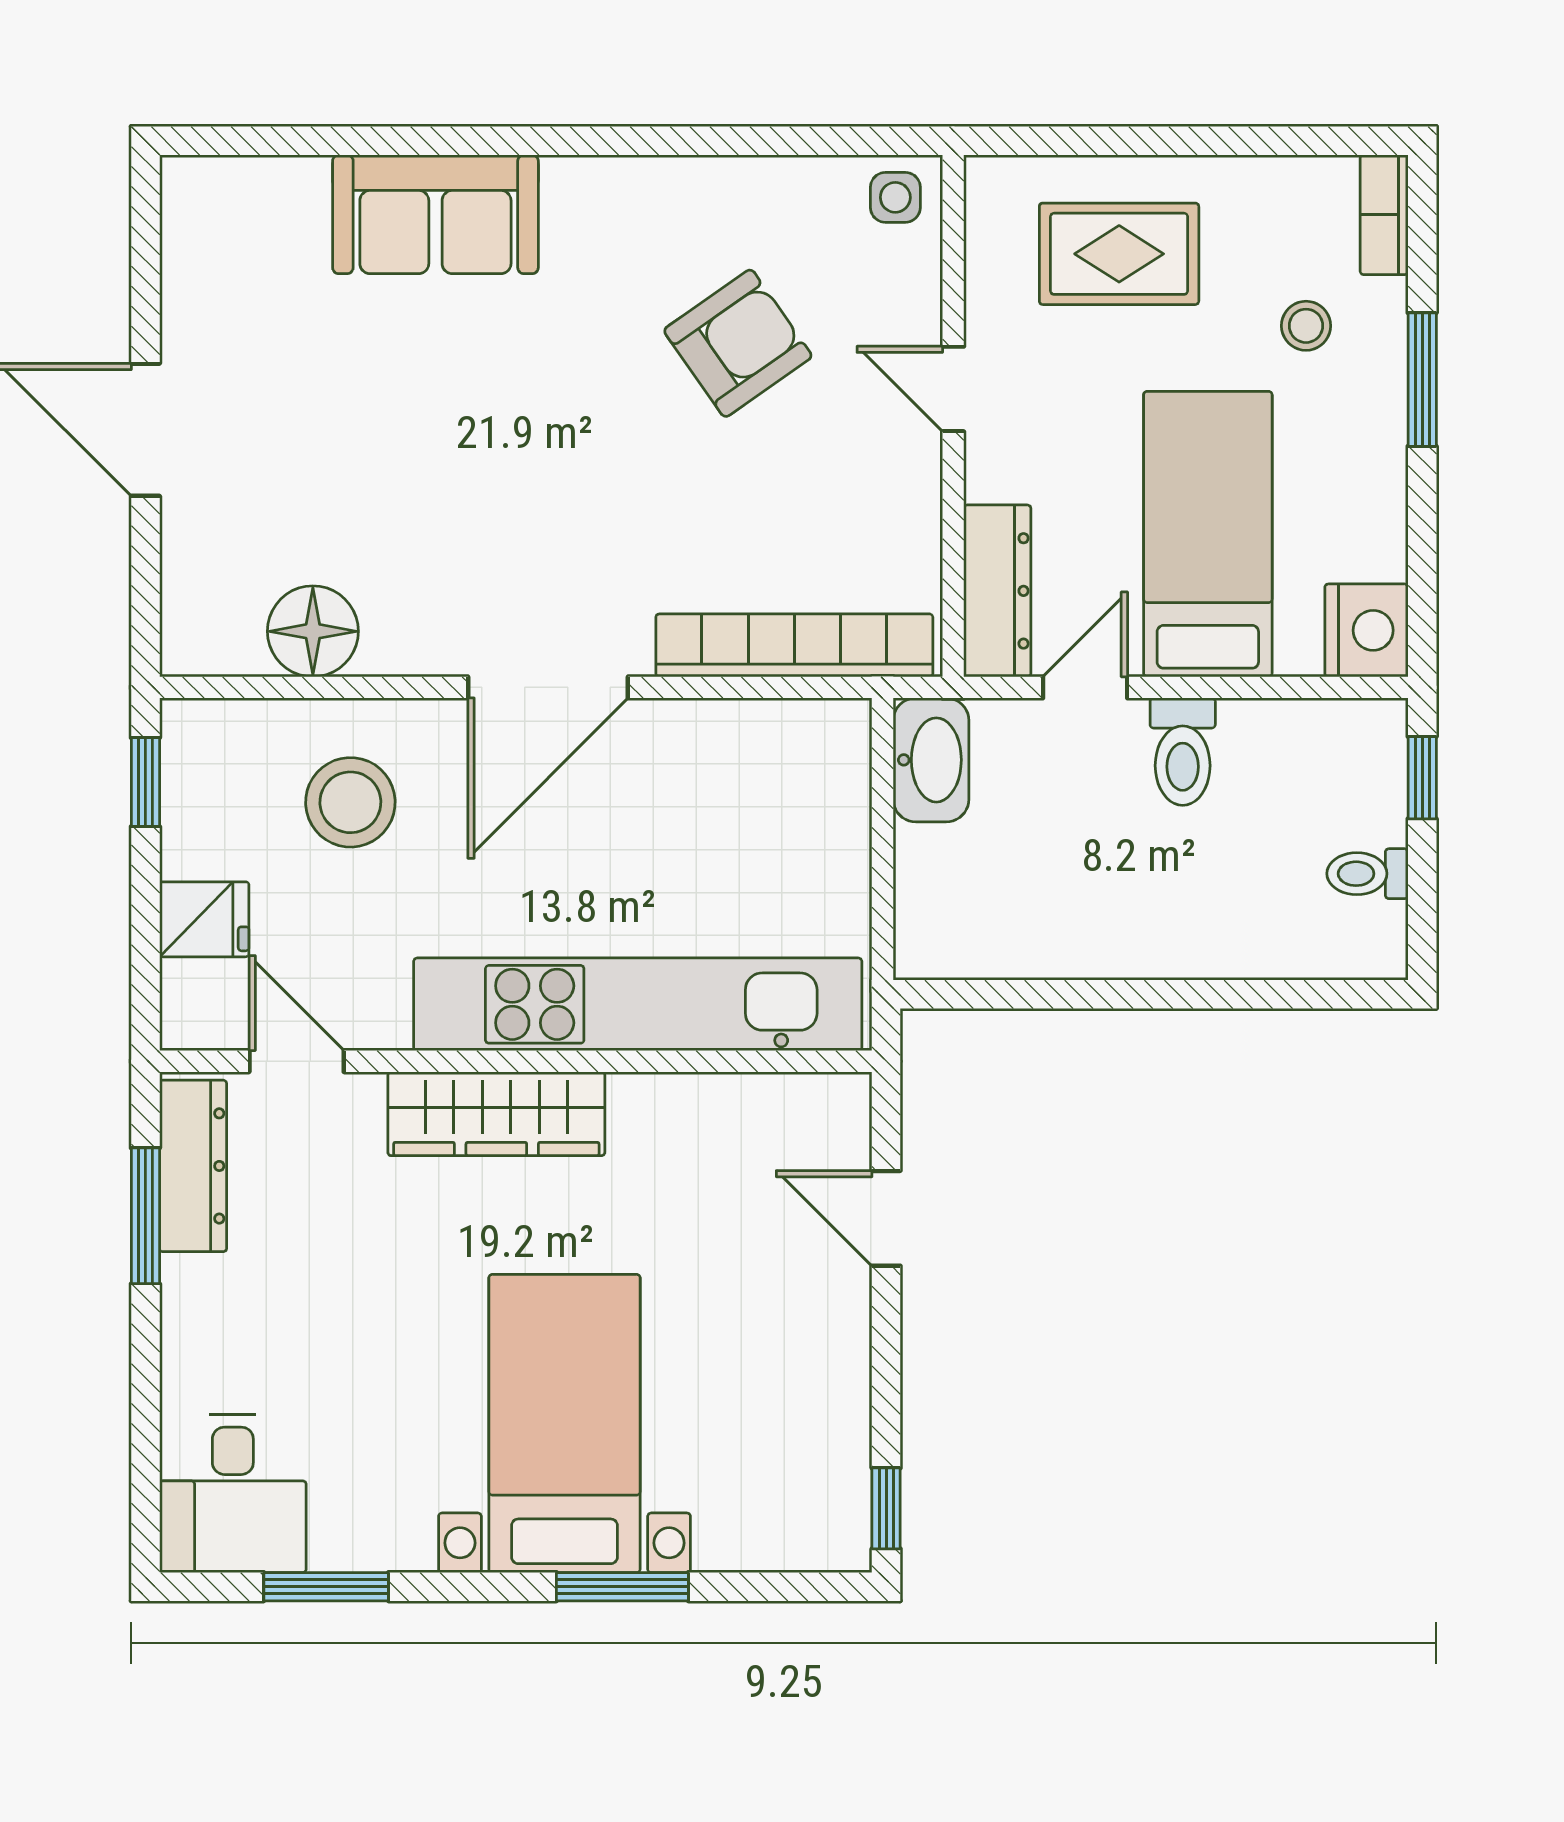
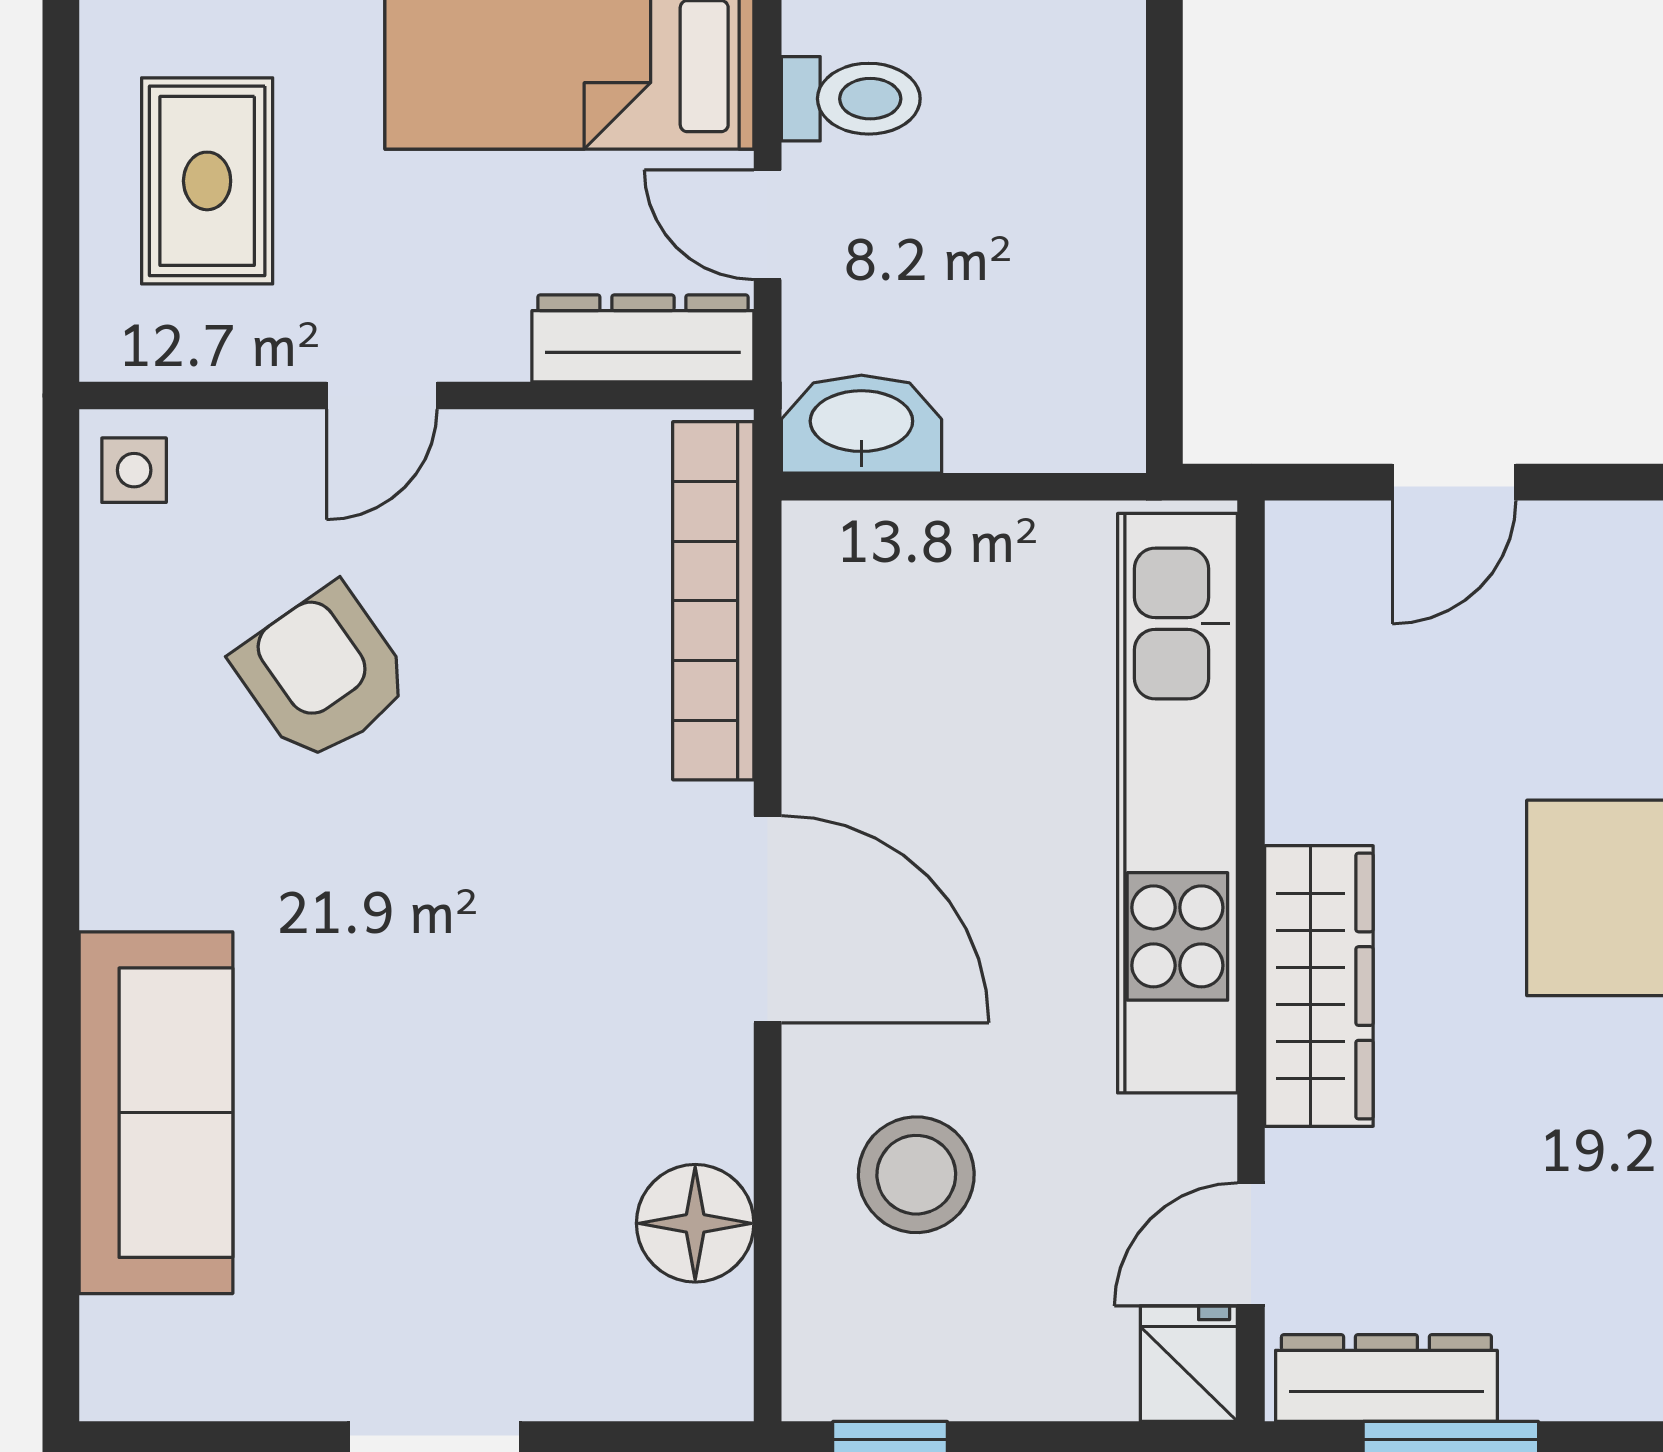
sofa: (435, 214) -> (156, 1113), width x1.36
fridge: (204, 919) -> (1189, 1364), moved

